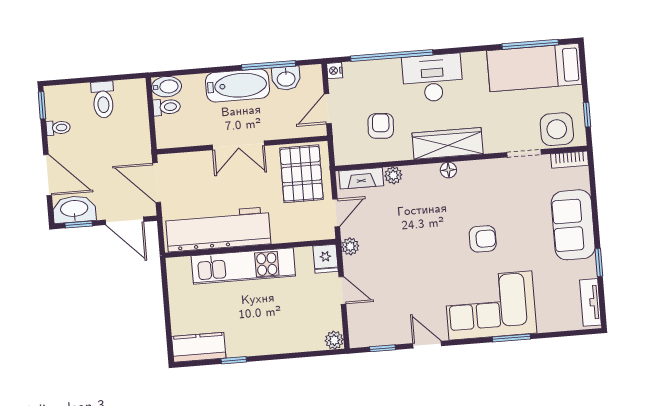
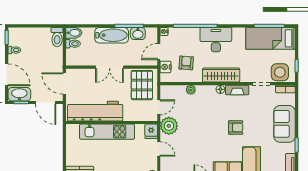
toilet: (103, 100) -> (57, 37), moved
nightstand: (343, 137) -> (165, 67), added
fireplace: (361, 178) -> (237, 90), moved
plant: (350, 246) -> (169, 126), width x1.87, depth x1.87

